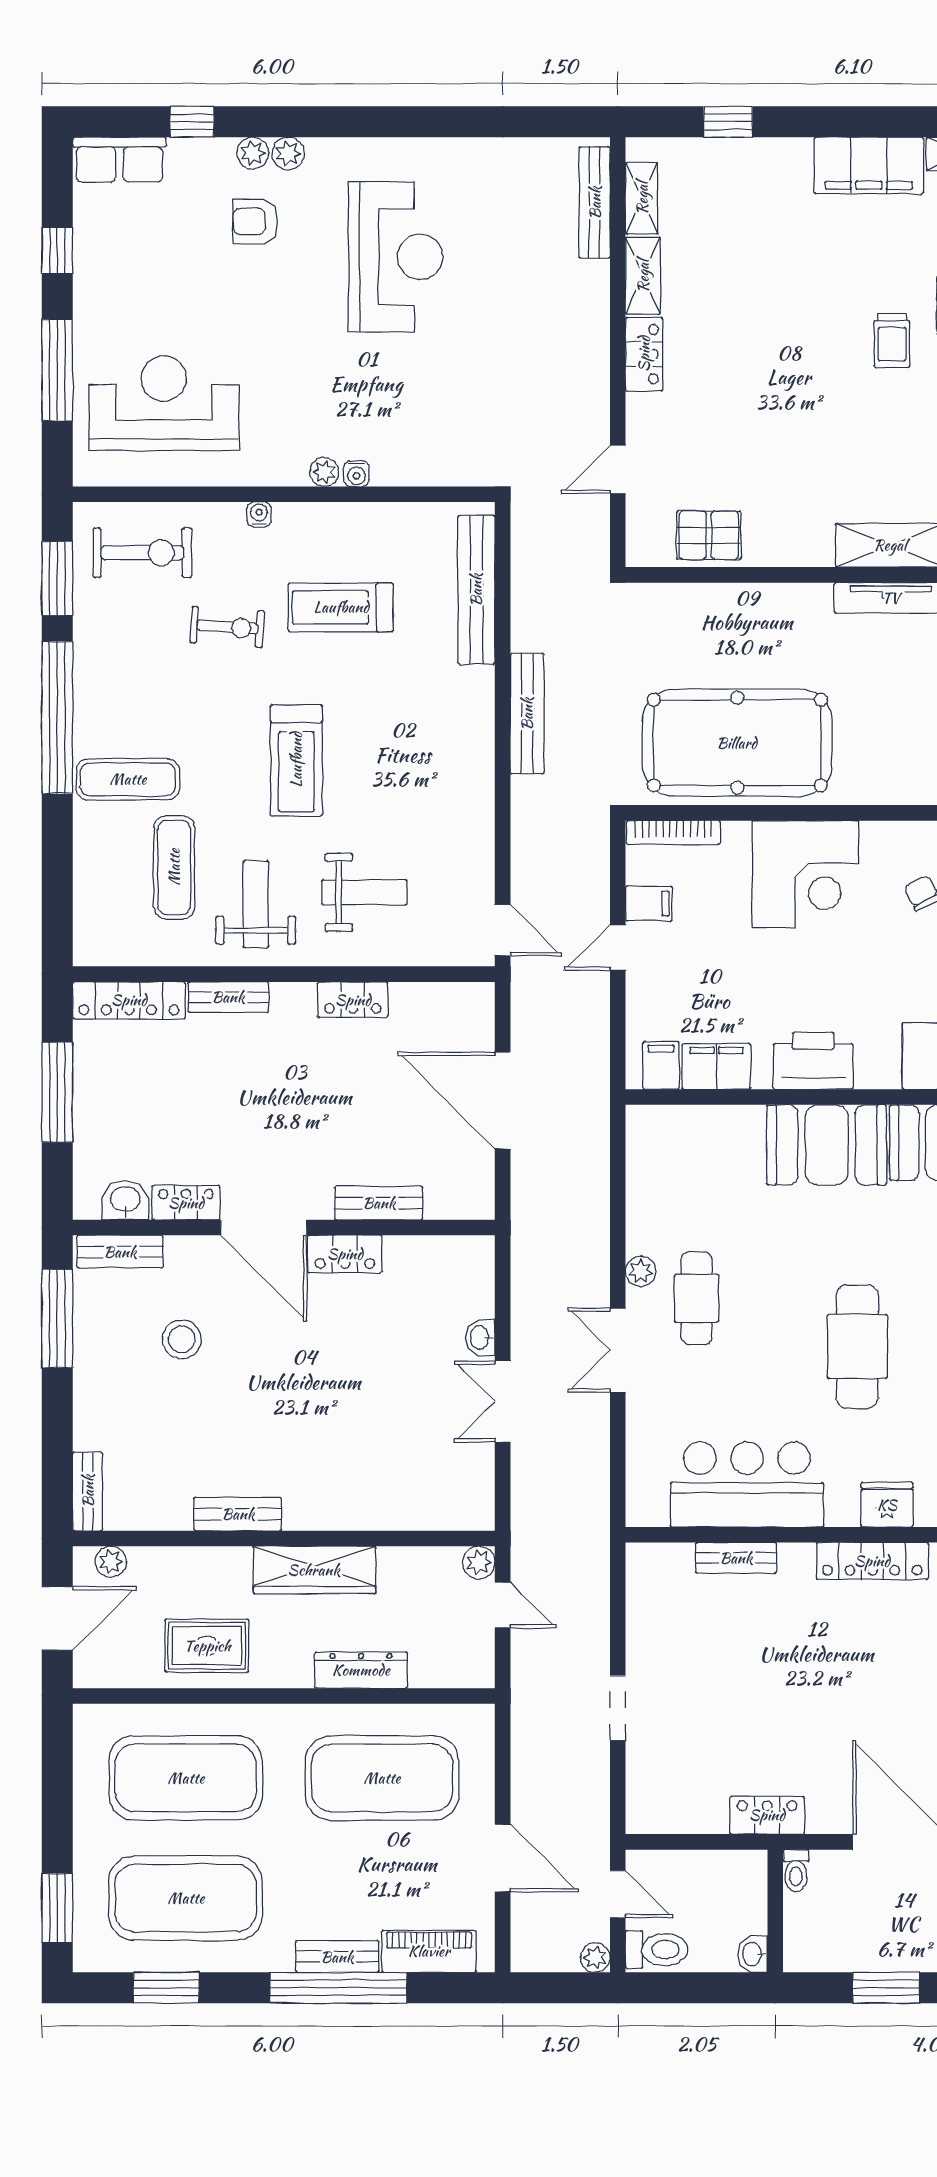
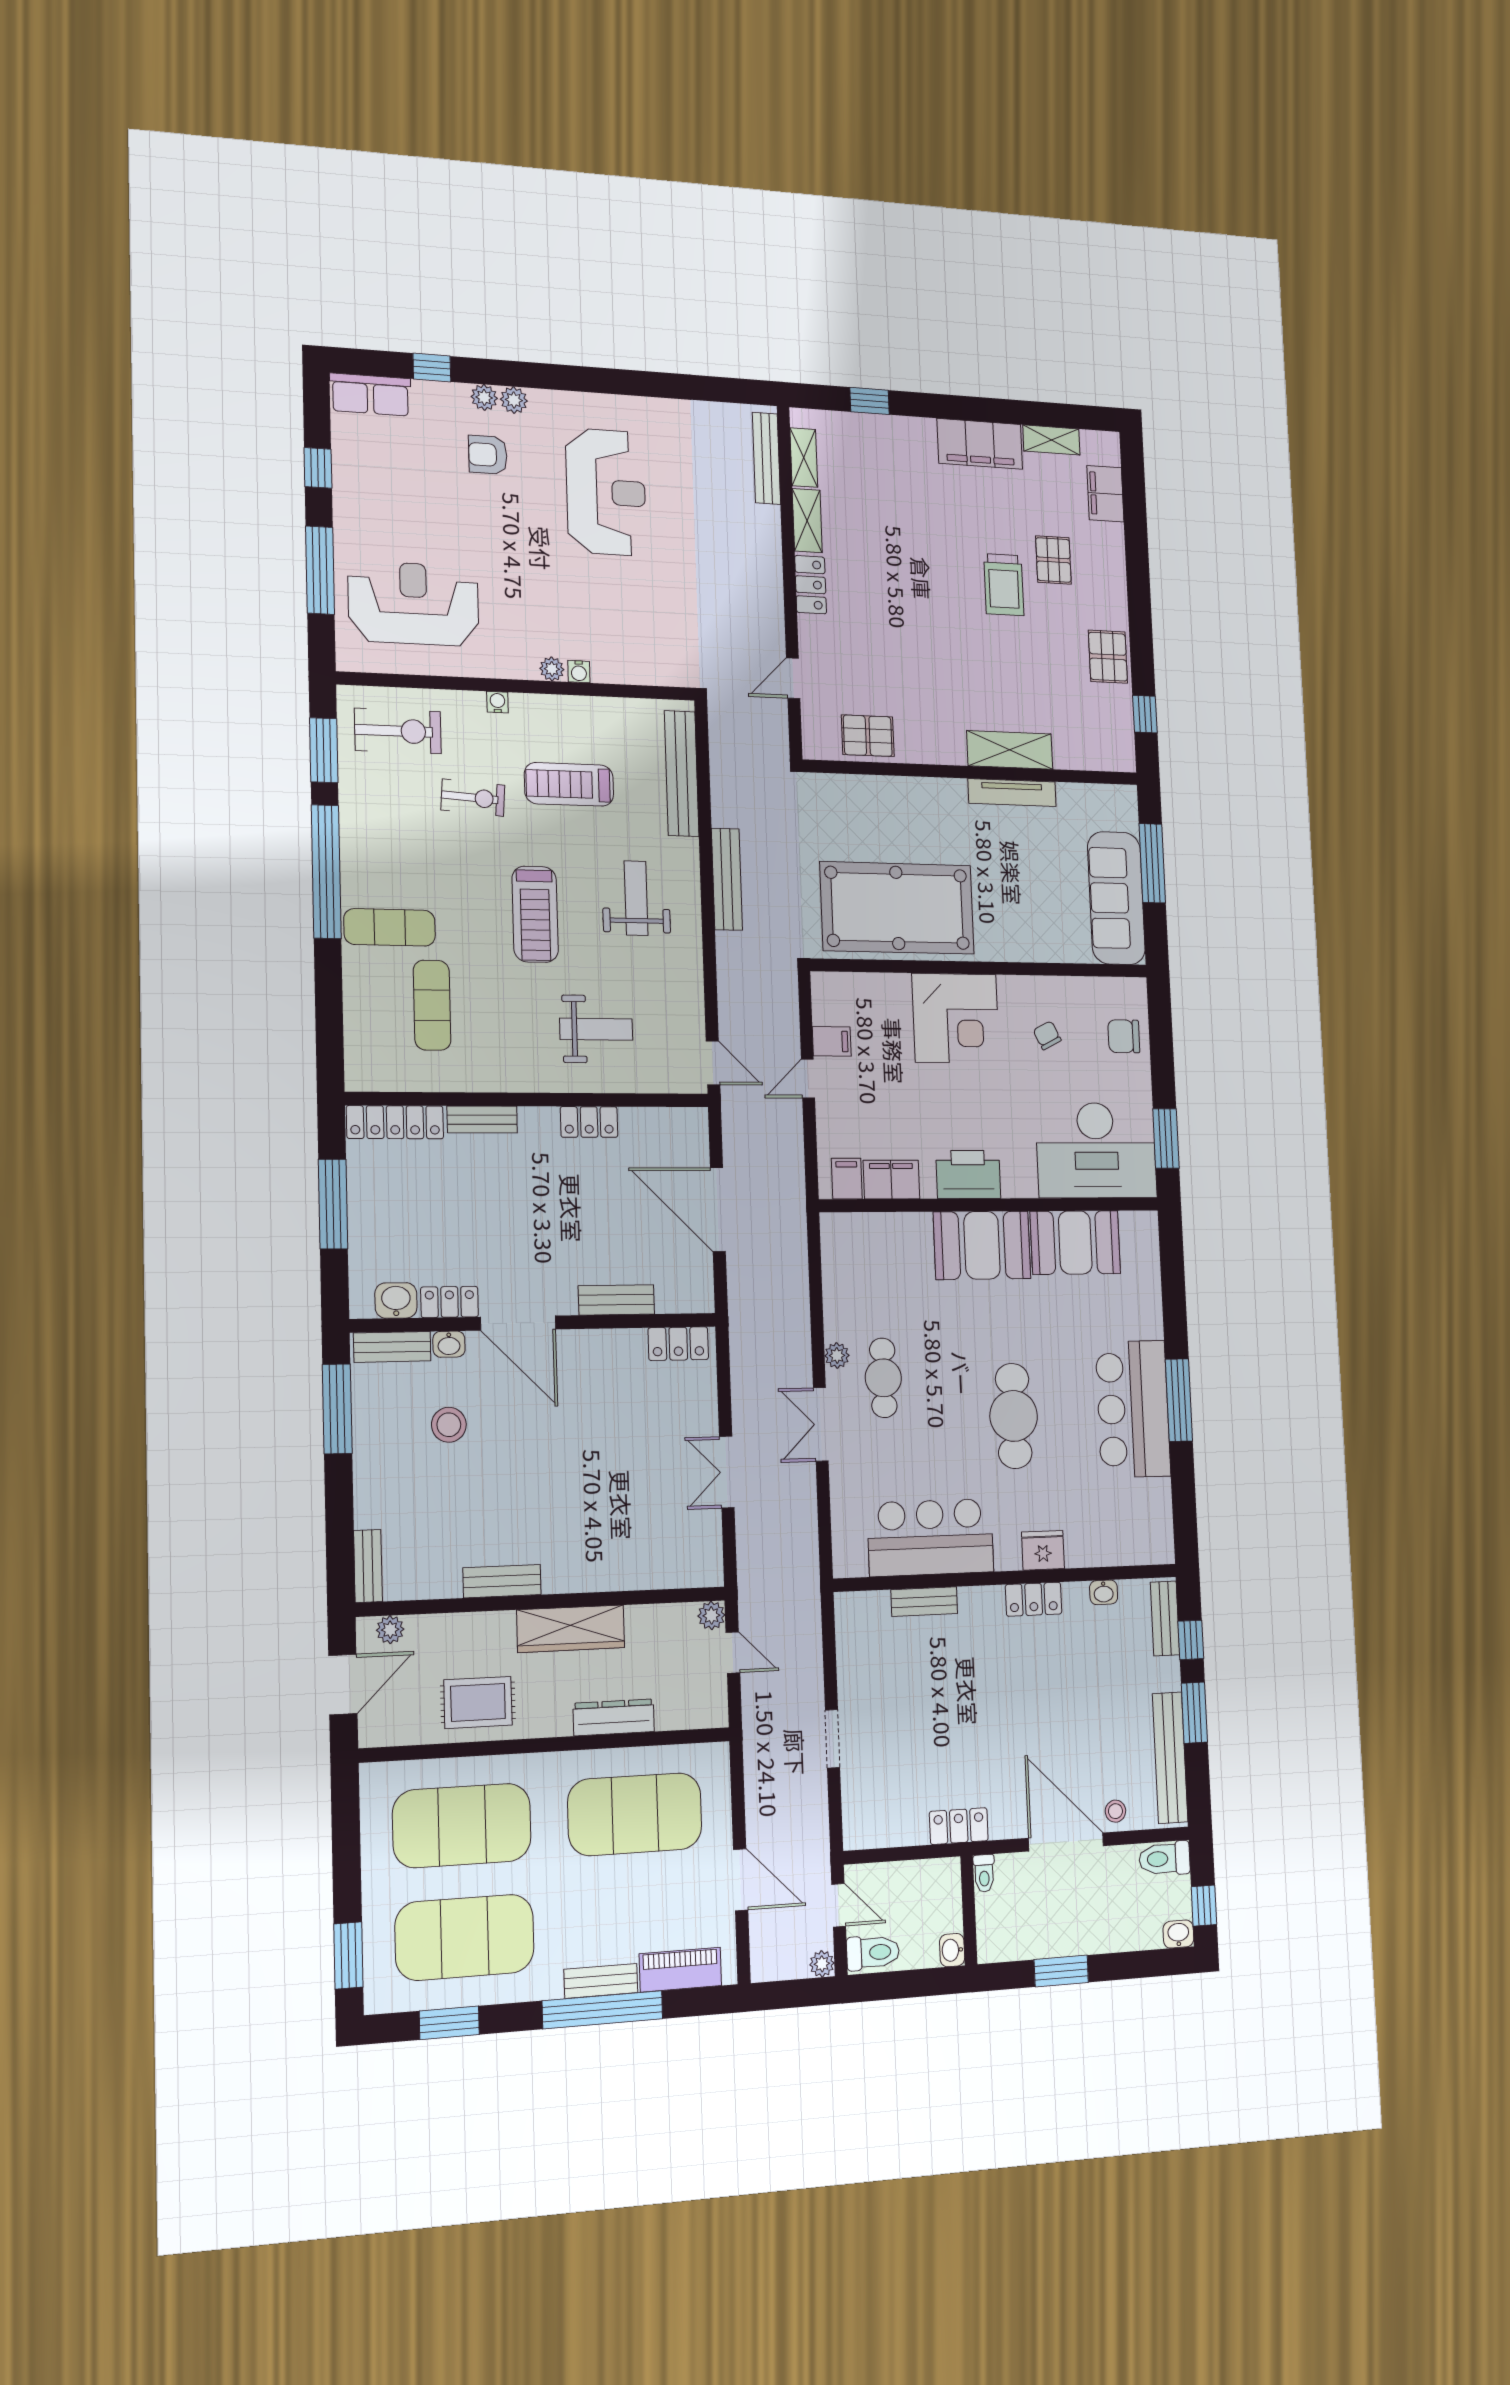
trolley: (892, 340) -> (1004, 585), width x1.36, depth x1.39
bookcase: (673, 833) -> (849, 982), removed
weight bench: (256, 904) -> (636, 898), moved
locker: (345, 1254) -> (678, 1344), moved
washbasin: (480, 1338) -> (449, 1344), moved, turned -90
locker: (872, 1561) -> (1034, 1599), width x0.66

